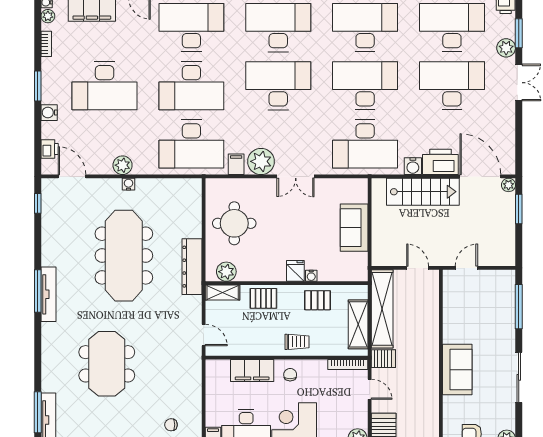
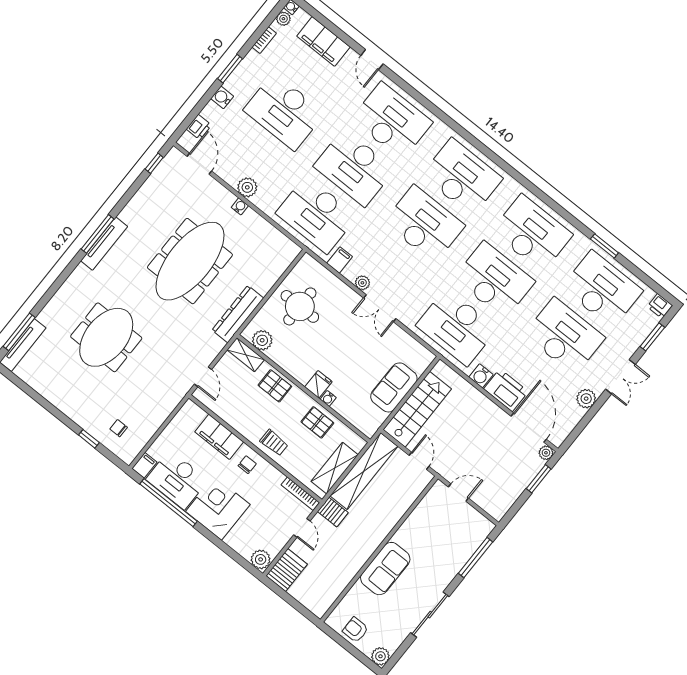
plant: (506, 48) -> (586, 399), moved
plant: (261, 161) -> (362, 283), width x0.53, depth x0.53
stairs: (423, 192) -> (417, 409), moved, turned -90

